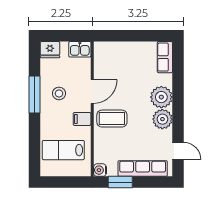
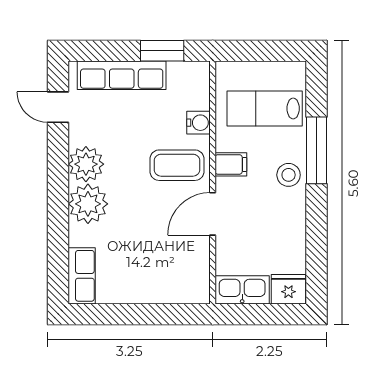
kitchen sink: (80, 49) -> (242, 290), width x1.38
stool: (59, 93) -> (289, 175), moved
window: (34, 95) -> (316, 150), moved
lab bench: (63, 150) -> (265, 108), turned 180
water cooler: (100, 170) -> (198, 123), moved

